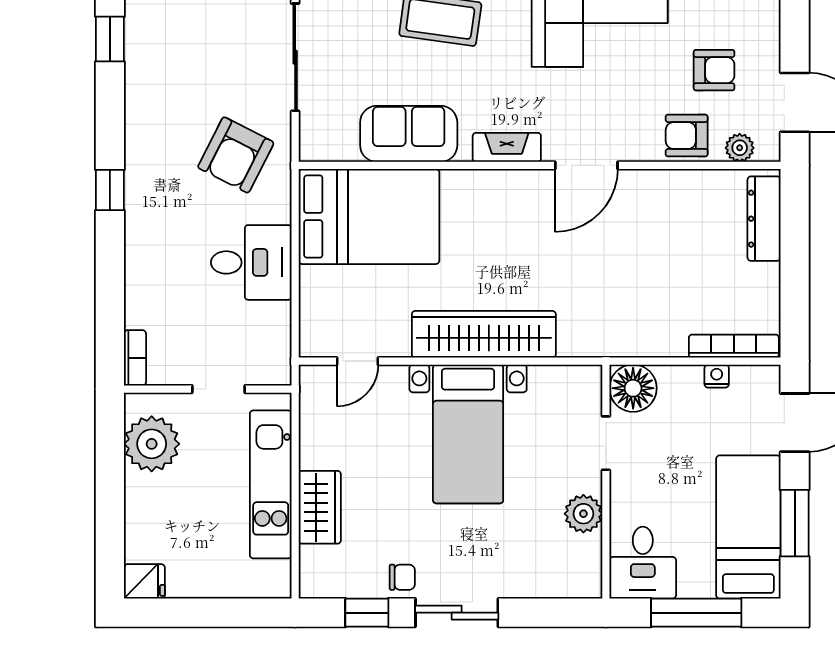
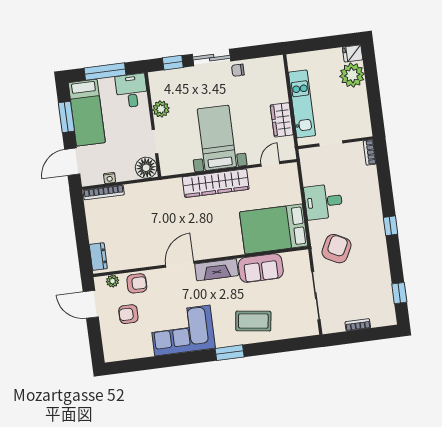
fireplace: (507, 147) -> (217, 270), width x1.37, depth x1.32
dresser: (764, 219) -> (98, 257), width x0.70
plant: (152, 444) -> (352, 75), moved
wardrobe: (320, 507) -> (282, 120), moved
window: (367, 613) -> (173, 63), moved

